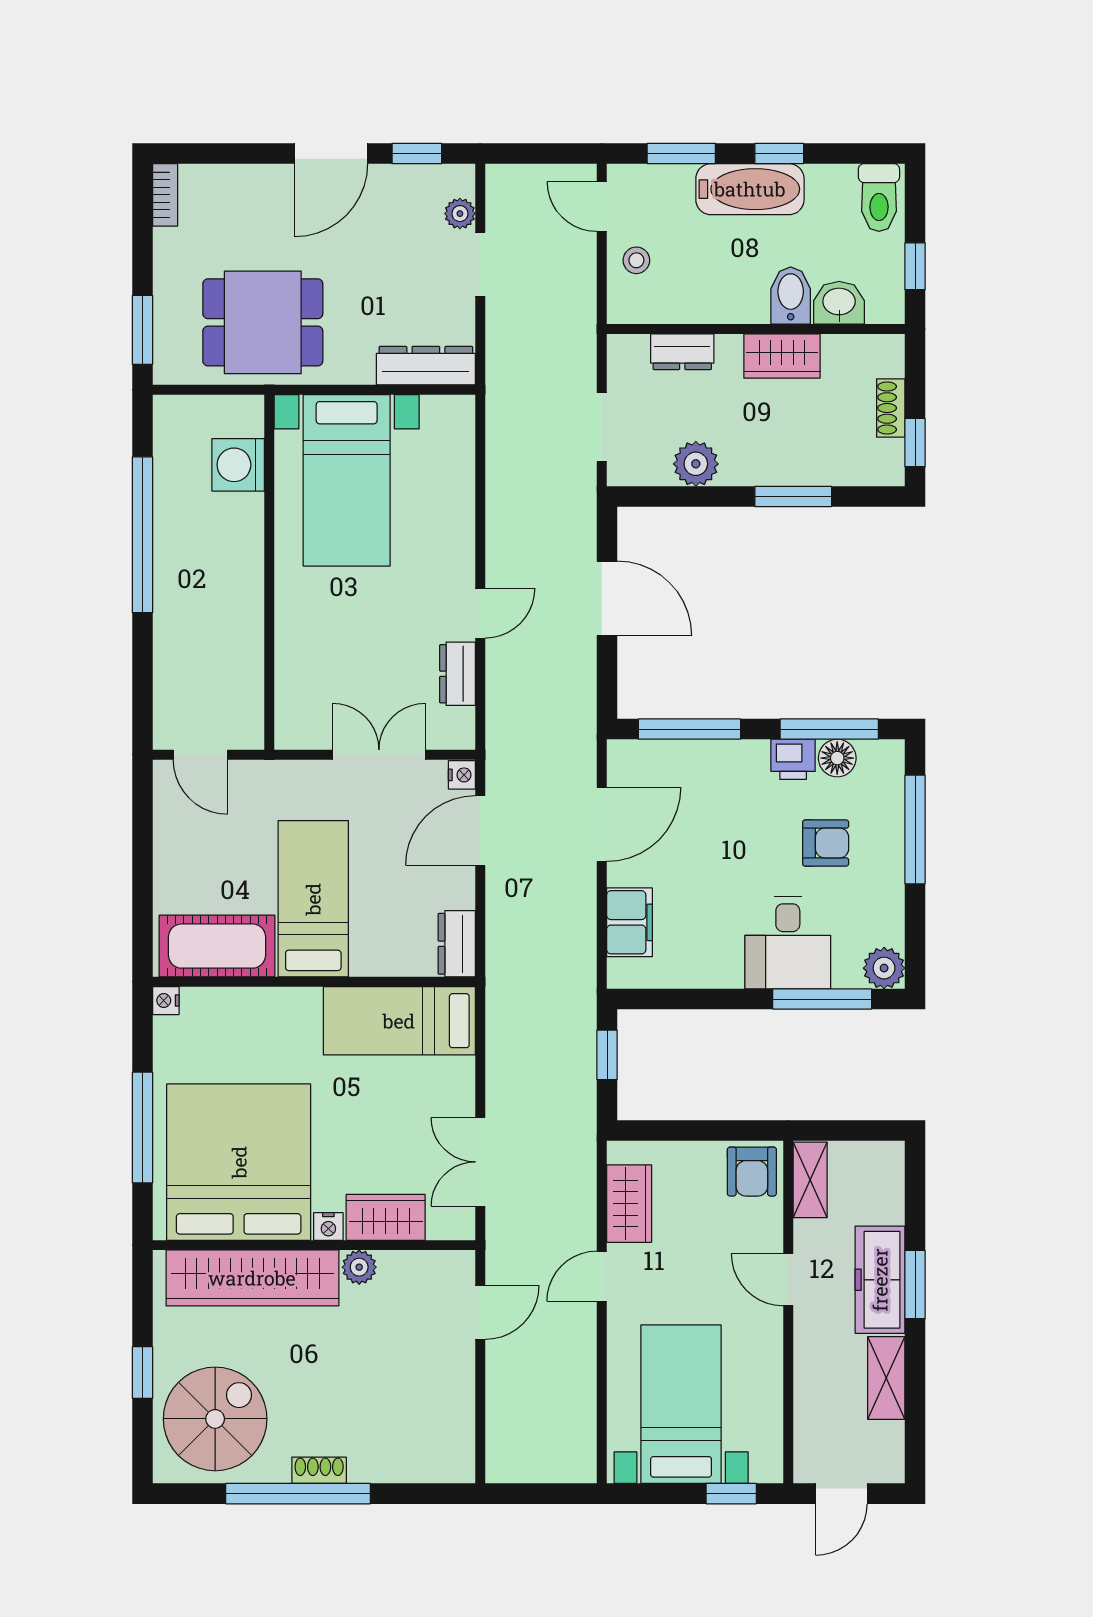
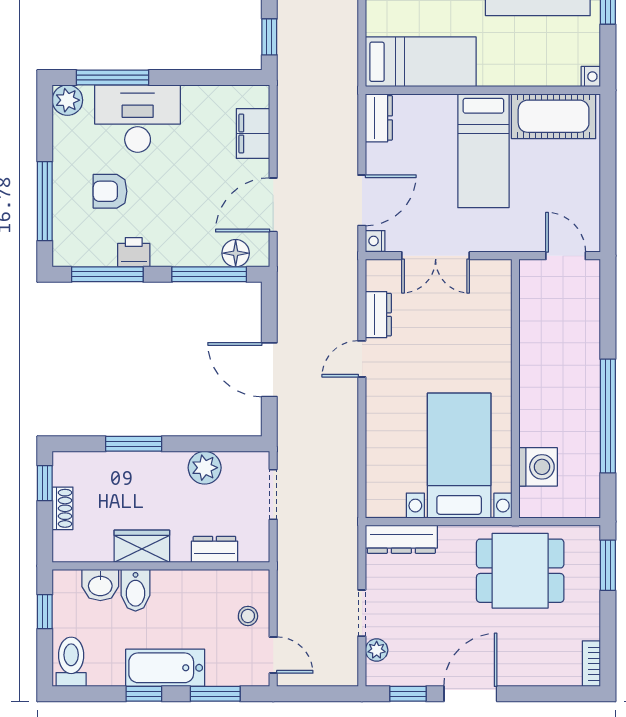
floor lamp: (837, 758) -> (236, 253), moved
desk: (788, 943) -> (138, 119), width x1.37

